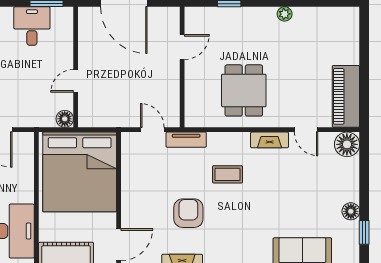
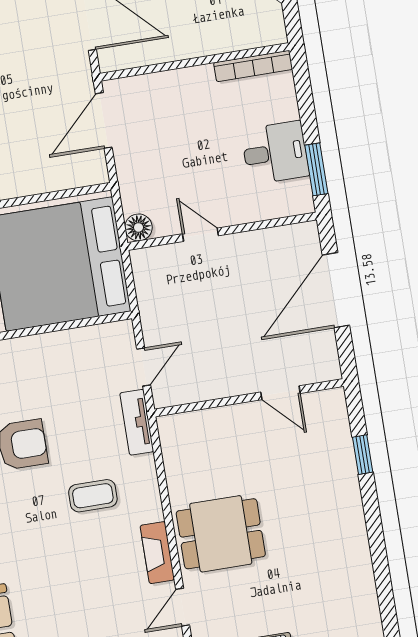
plant: (285, 14) -> (358, 544), removed
dining table: (244, 90) -> (221, 534), moved
coffee table: (228, 174) -> (93, 496), turned 90

